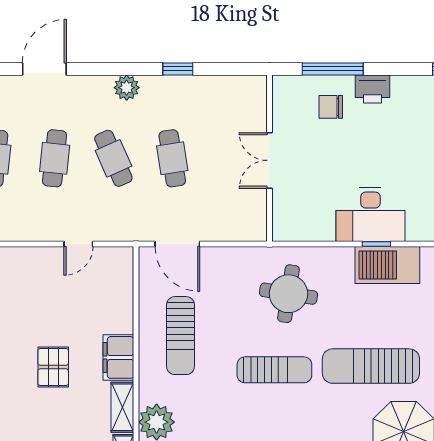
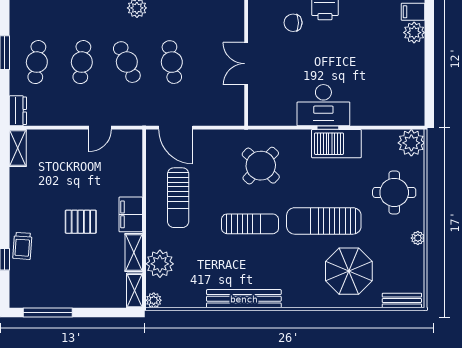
round table: (288, 294) -> (261, 166), turned 34
pallet: (53, 367) -> (81, 222), turned 90

